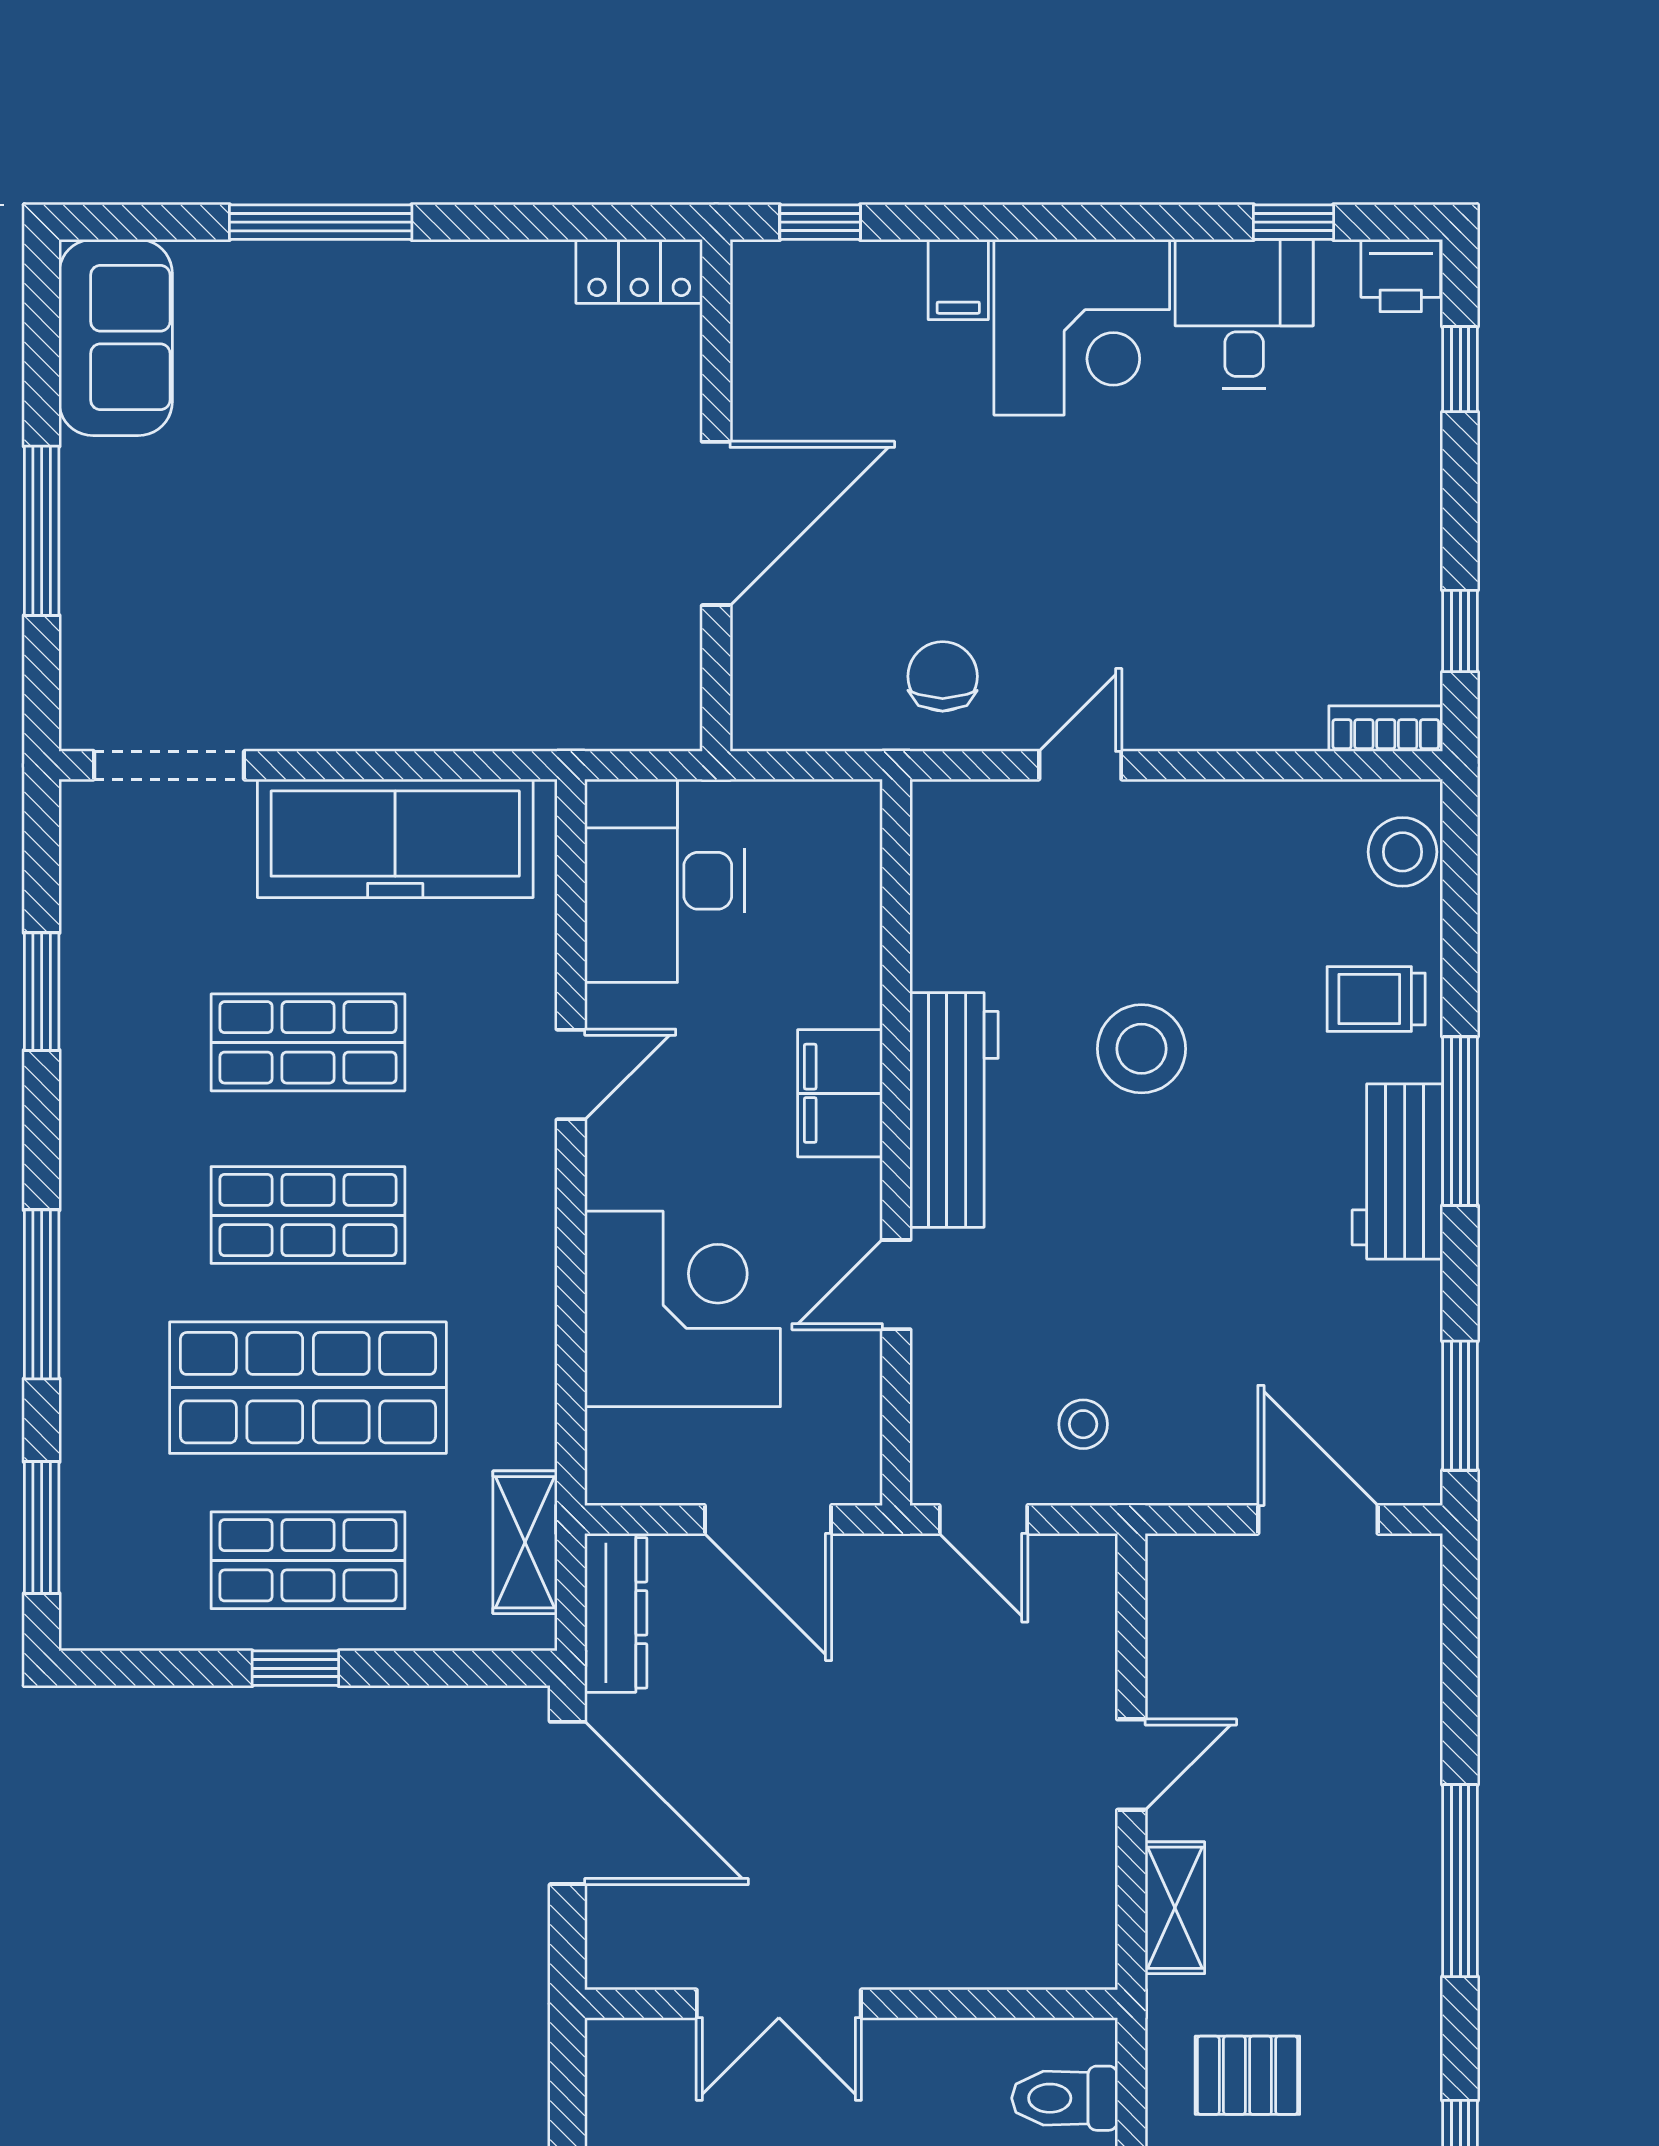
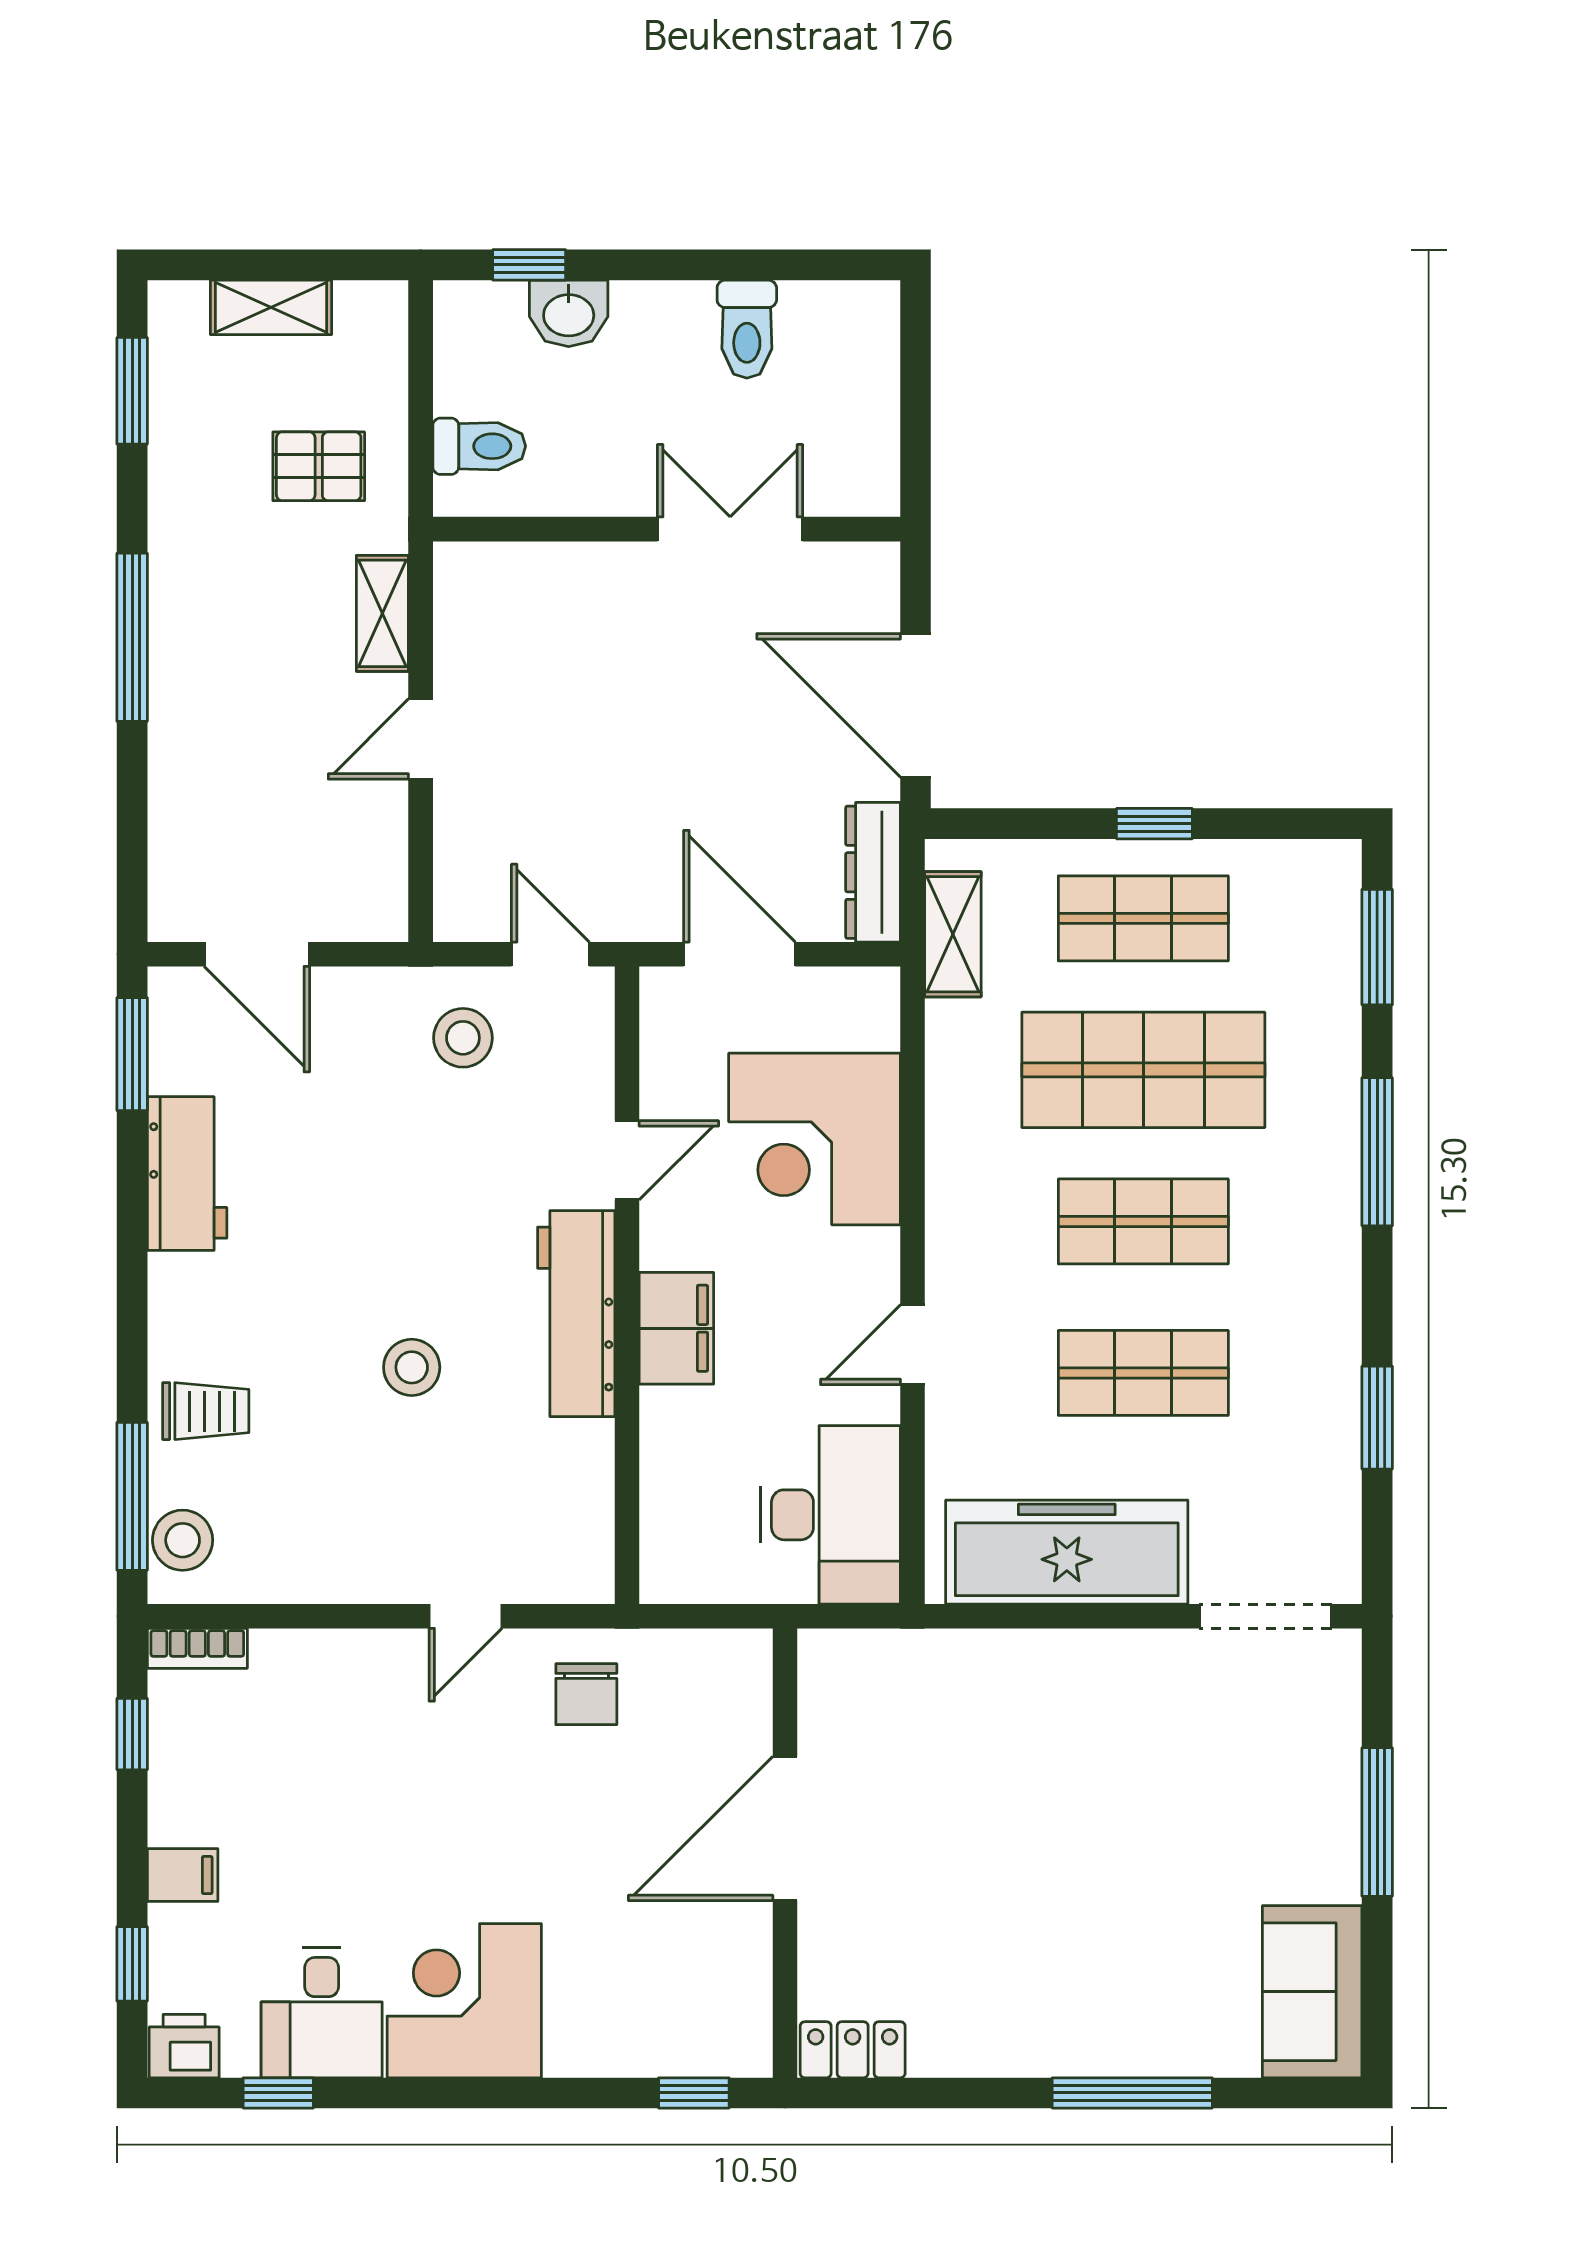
filing cabinet: (958, 280) -> (183, 1875), moved, turned 90
stool: (1141, 1049) -> (412, 1367), width x0.73, depth x0.73
window: (1460, 1121) -> (132, 1496), moved
workbench: (1397, 1171) -> (187, 1174), moved
stool: (1083, 1424) -> (463, 1038), width x1.37, depth x1.37

